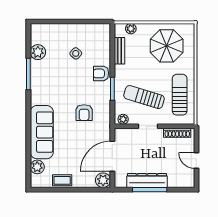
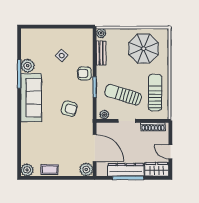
plant: (131, 29) -> (101, 33), moved
plant: (38, 52) -> (28, 66), moved
armchair: (84, 113) -> (69, 109), turned -75
sofa: (42, 132) -> (31, 98), moved
door: (112, 156) -> (95, 148), swing flipped
plant: (37, 167) -> (27, 170), moved
wardrobe: (181, 180) -> (157, 169), added

